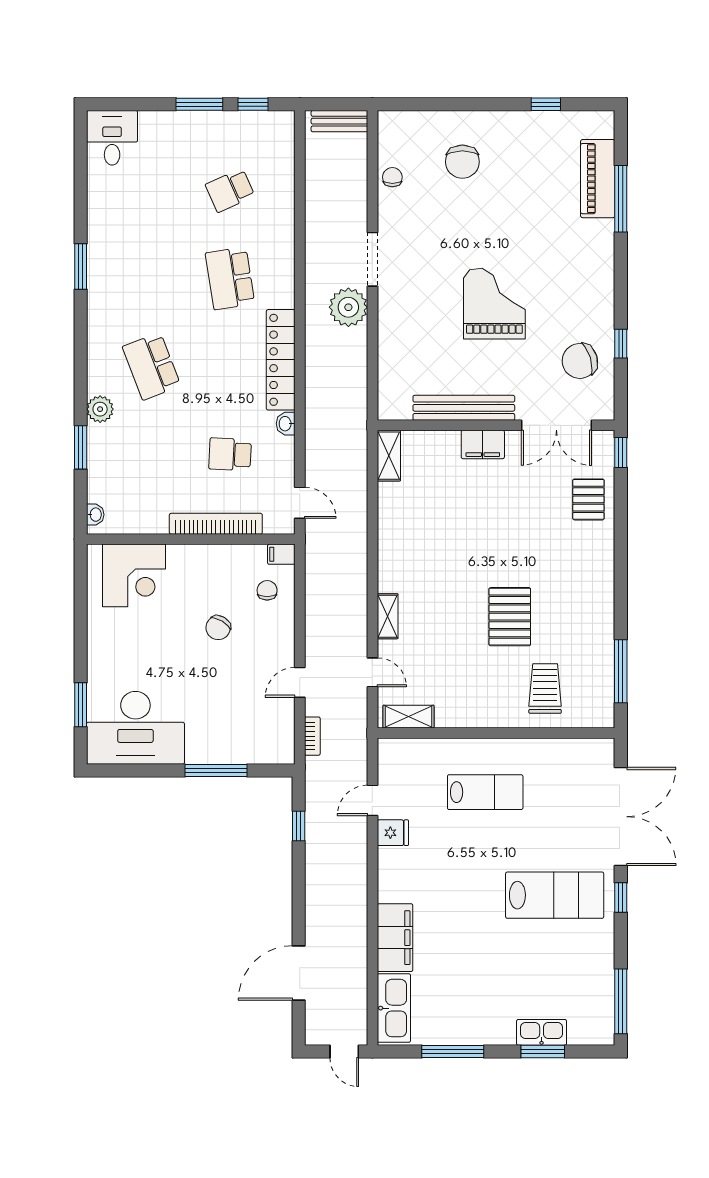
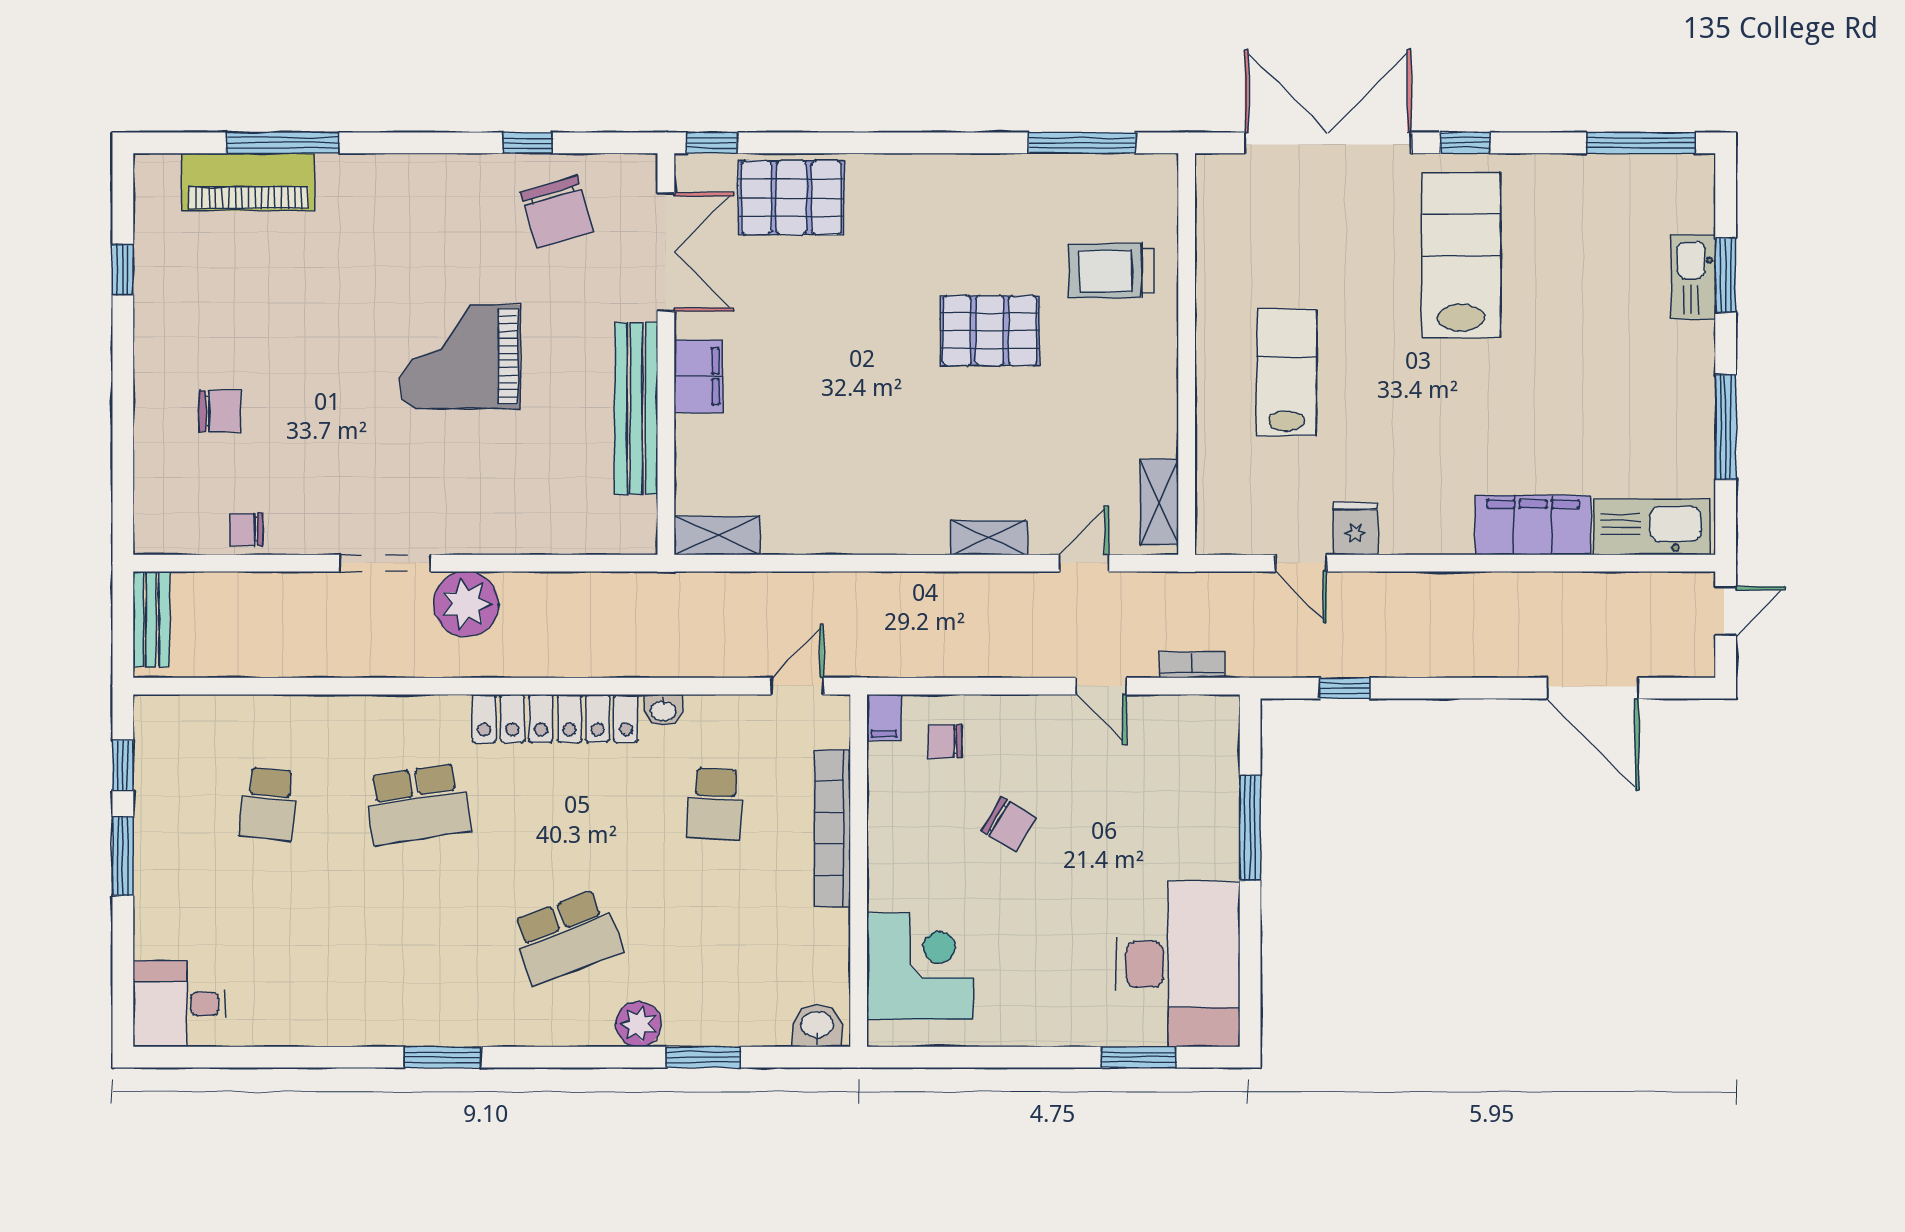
chair: (462, 162) -> (220, 411), width x0.73, depth x0.73
school desk: (230, 190) -> (268, 804), turned 30
window: (81, 267) -> (443, 1057), moved
pallet: (588, 499) -> (791, 198), width x1.50, depth x1.42
washbasin: (95, 515) -> (817, 1026), width x1.38, depth x1.45

